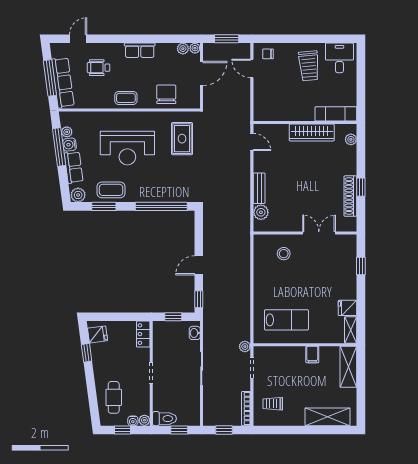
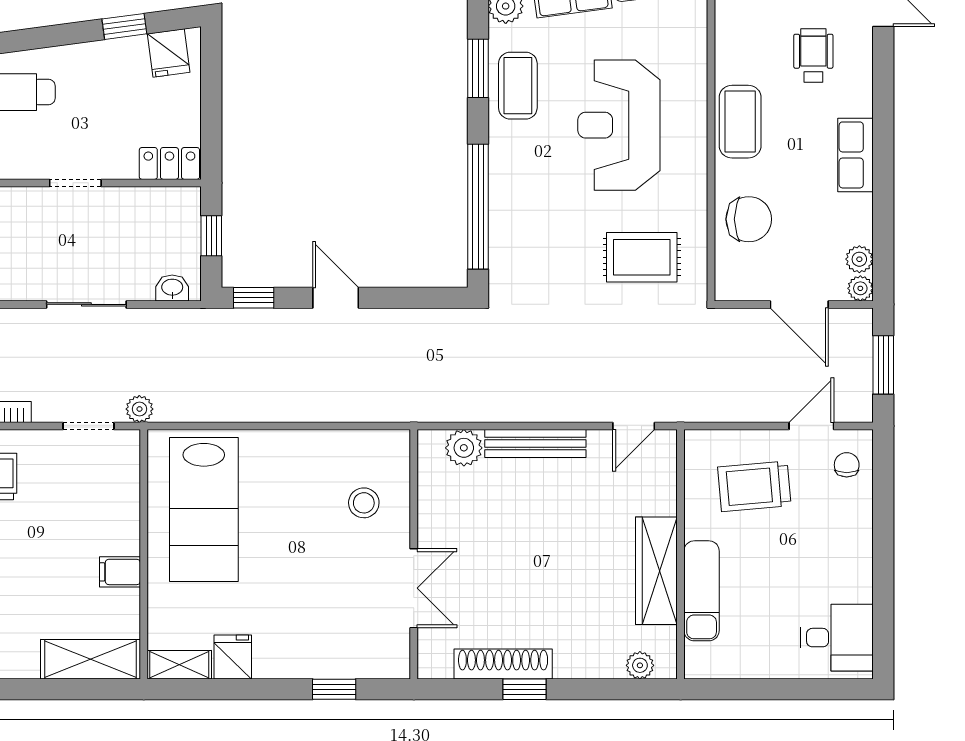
trolley: (309, 66) -> (754, 486), moved
coffee table: (126, 98) -> (740, 122), width x1.36, depth x1.30
exam couch: (336, 114) -> (702, 591), moved
bench: (259, 188) -> (535, 443), width x1.36
lab bench: (286, 320) -> (204, 510), width x1.36, depth x1.39

